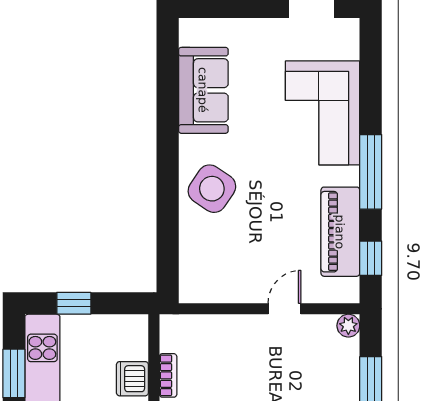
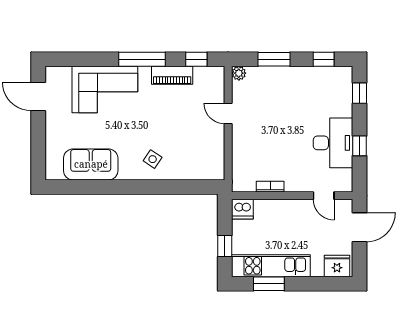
side table: (212, 189) -> (153, 159), width x0.54, depth x0.54
piano: (340, 232) -> (172, 75), width x0.73, depth x0.75
dishwasher: (132, 379) -> (242, 209), moved

